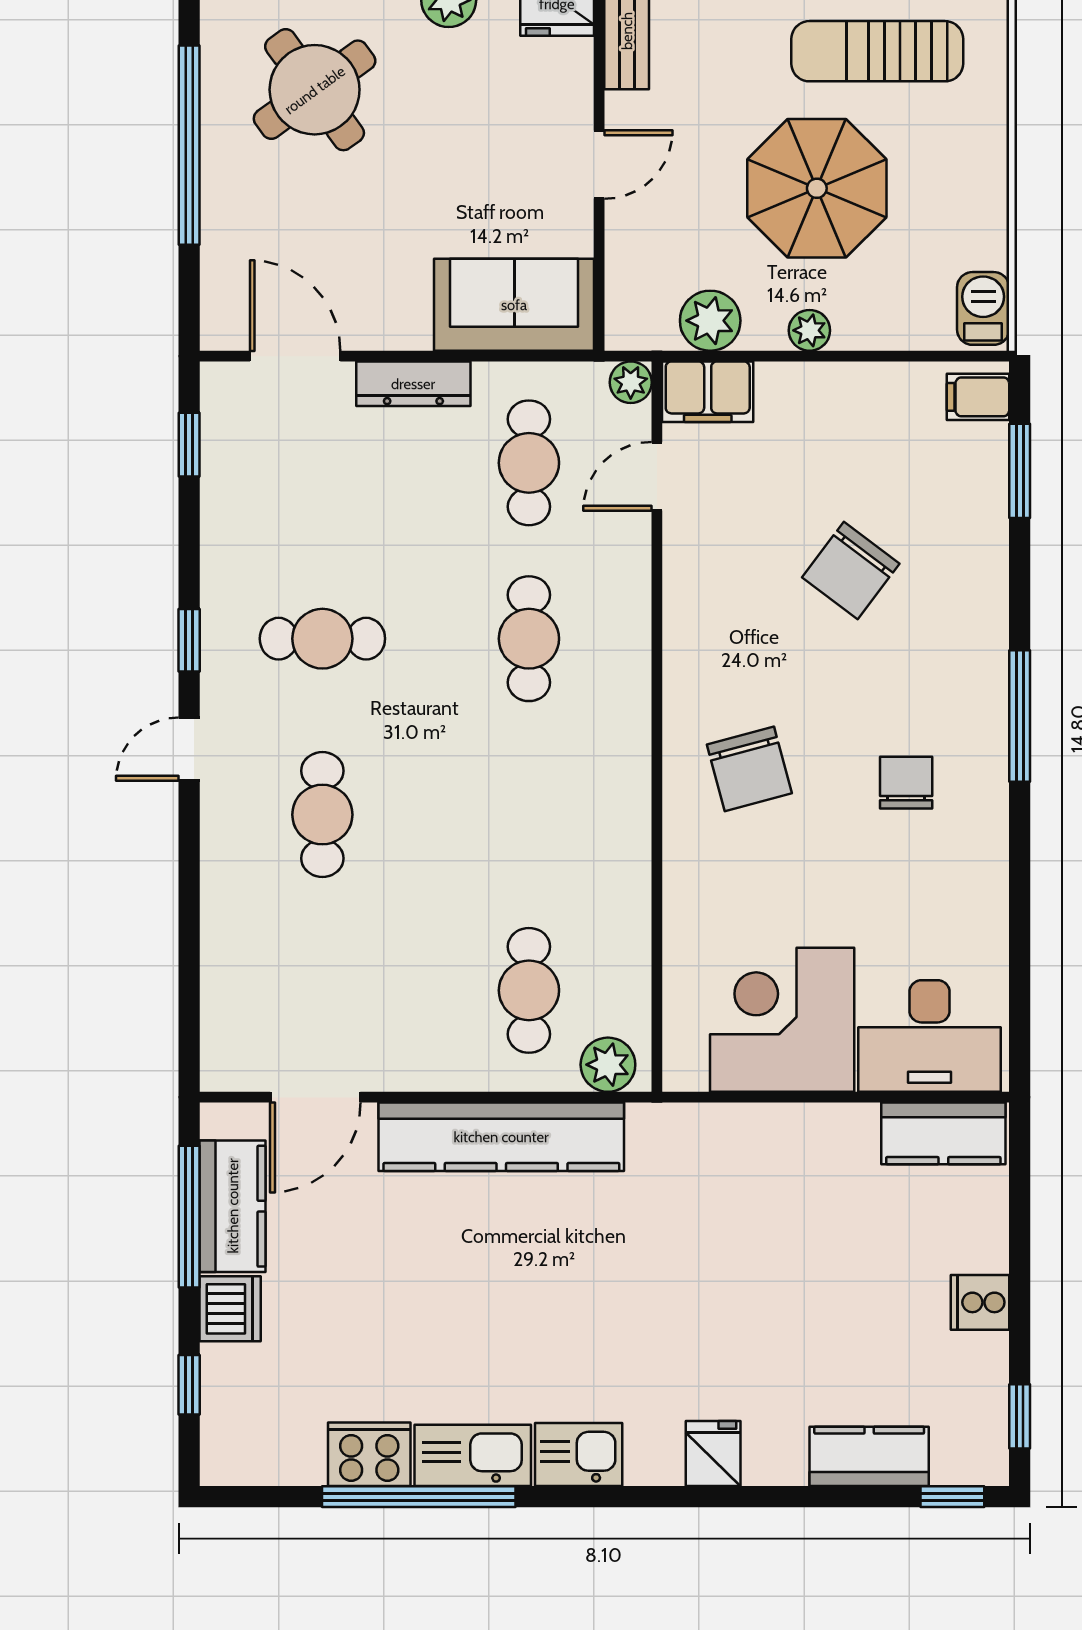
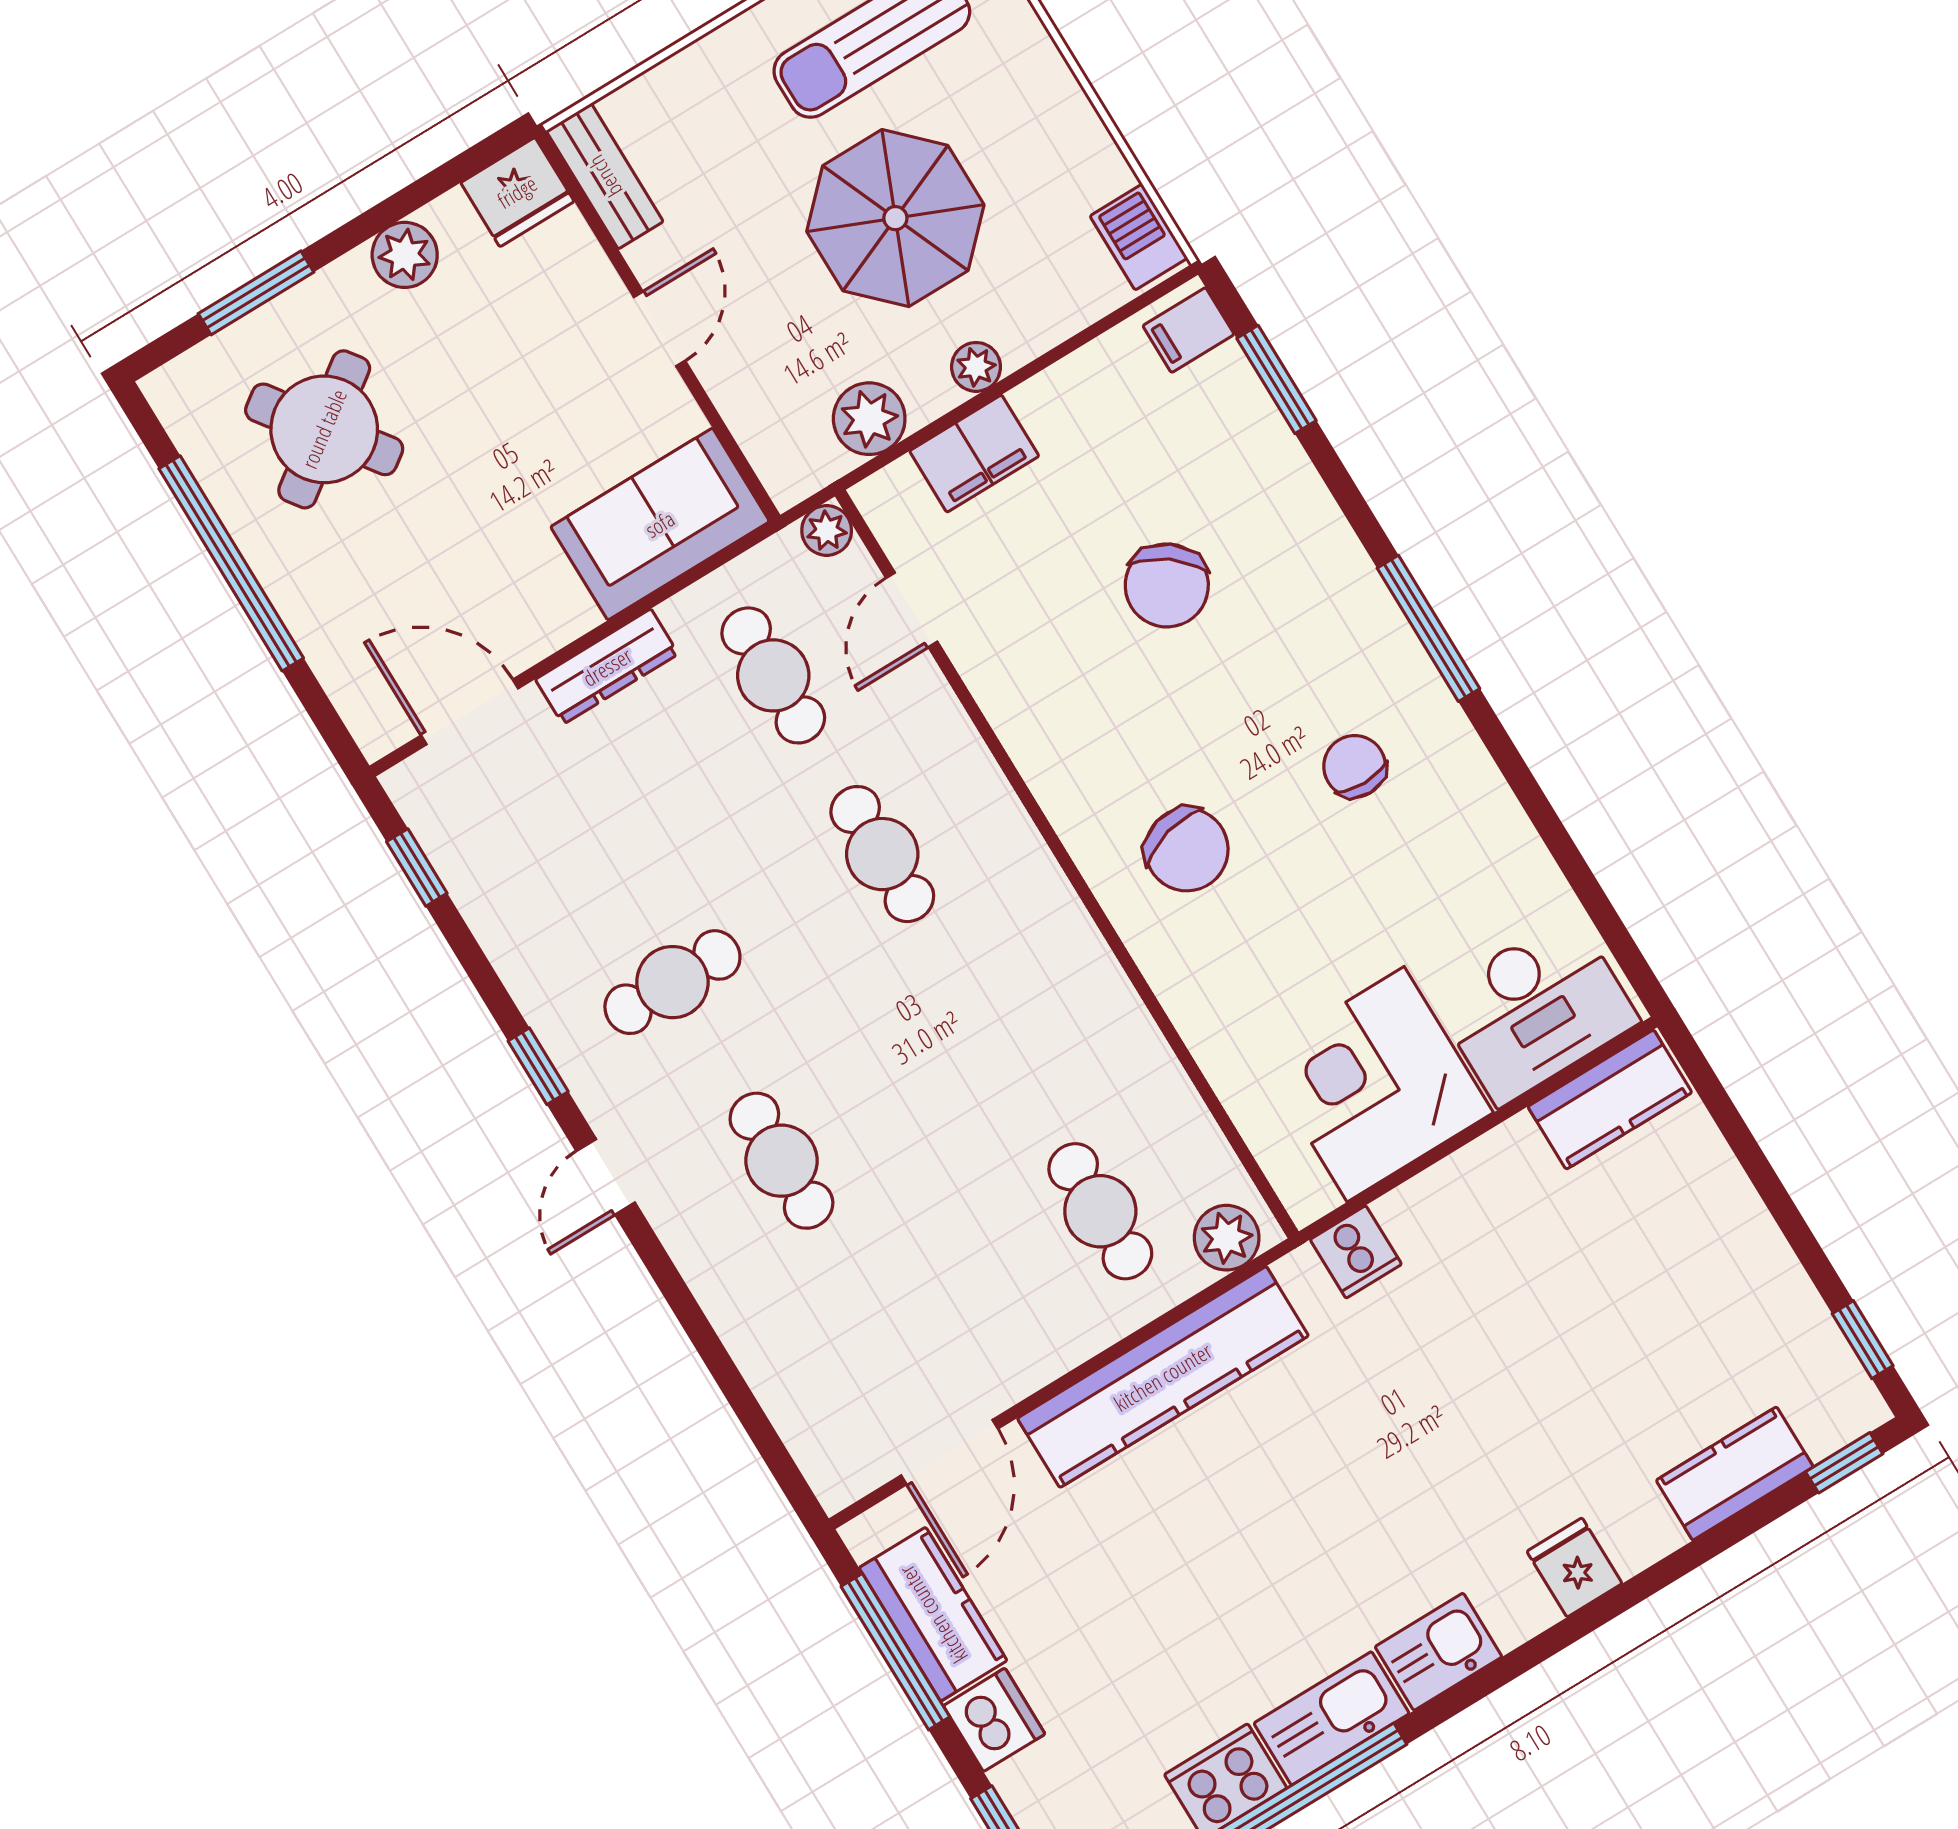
filing cabinet: (708, 392) -> (974, 454), moved
cooker: (980, 1302) -> (1356, 1252), moved, turned -90

